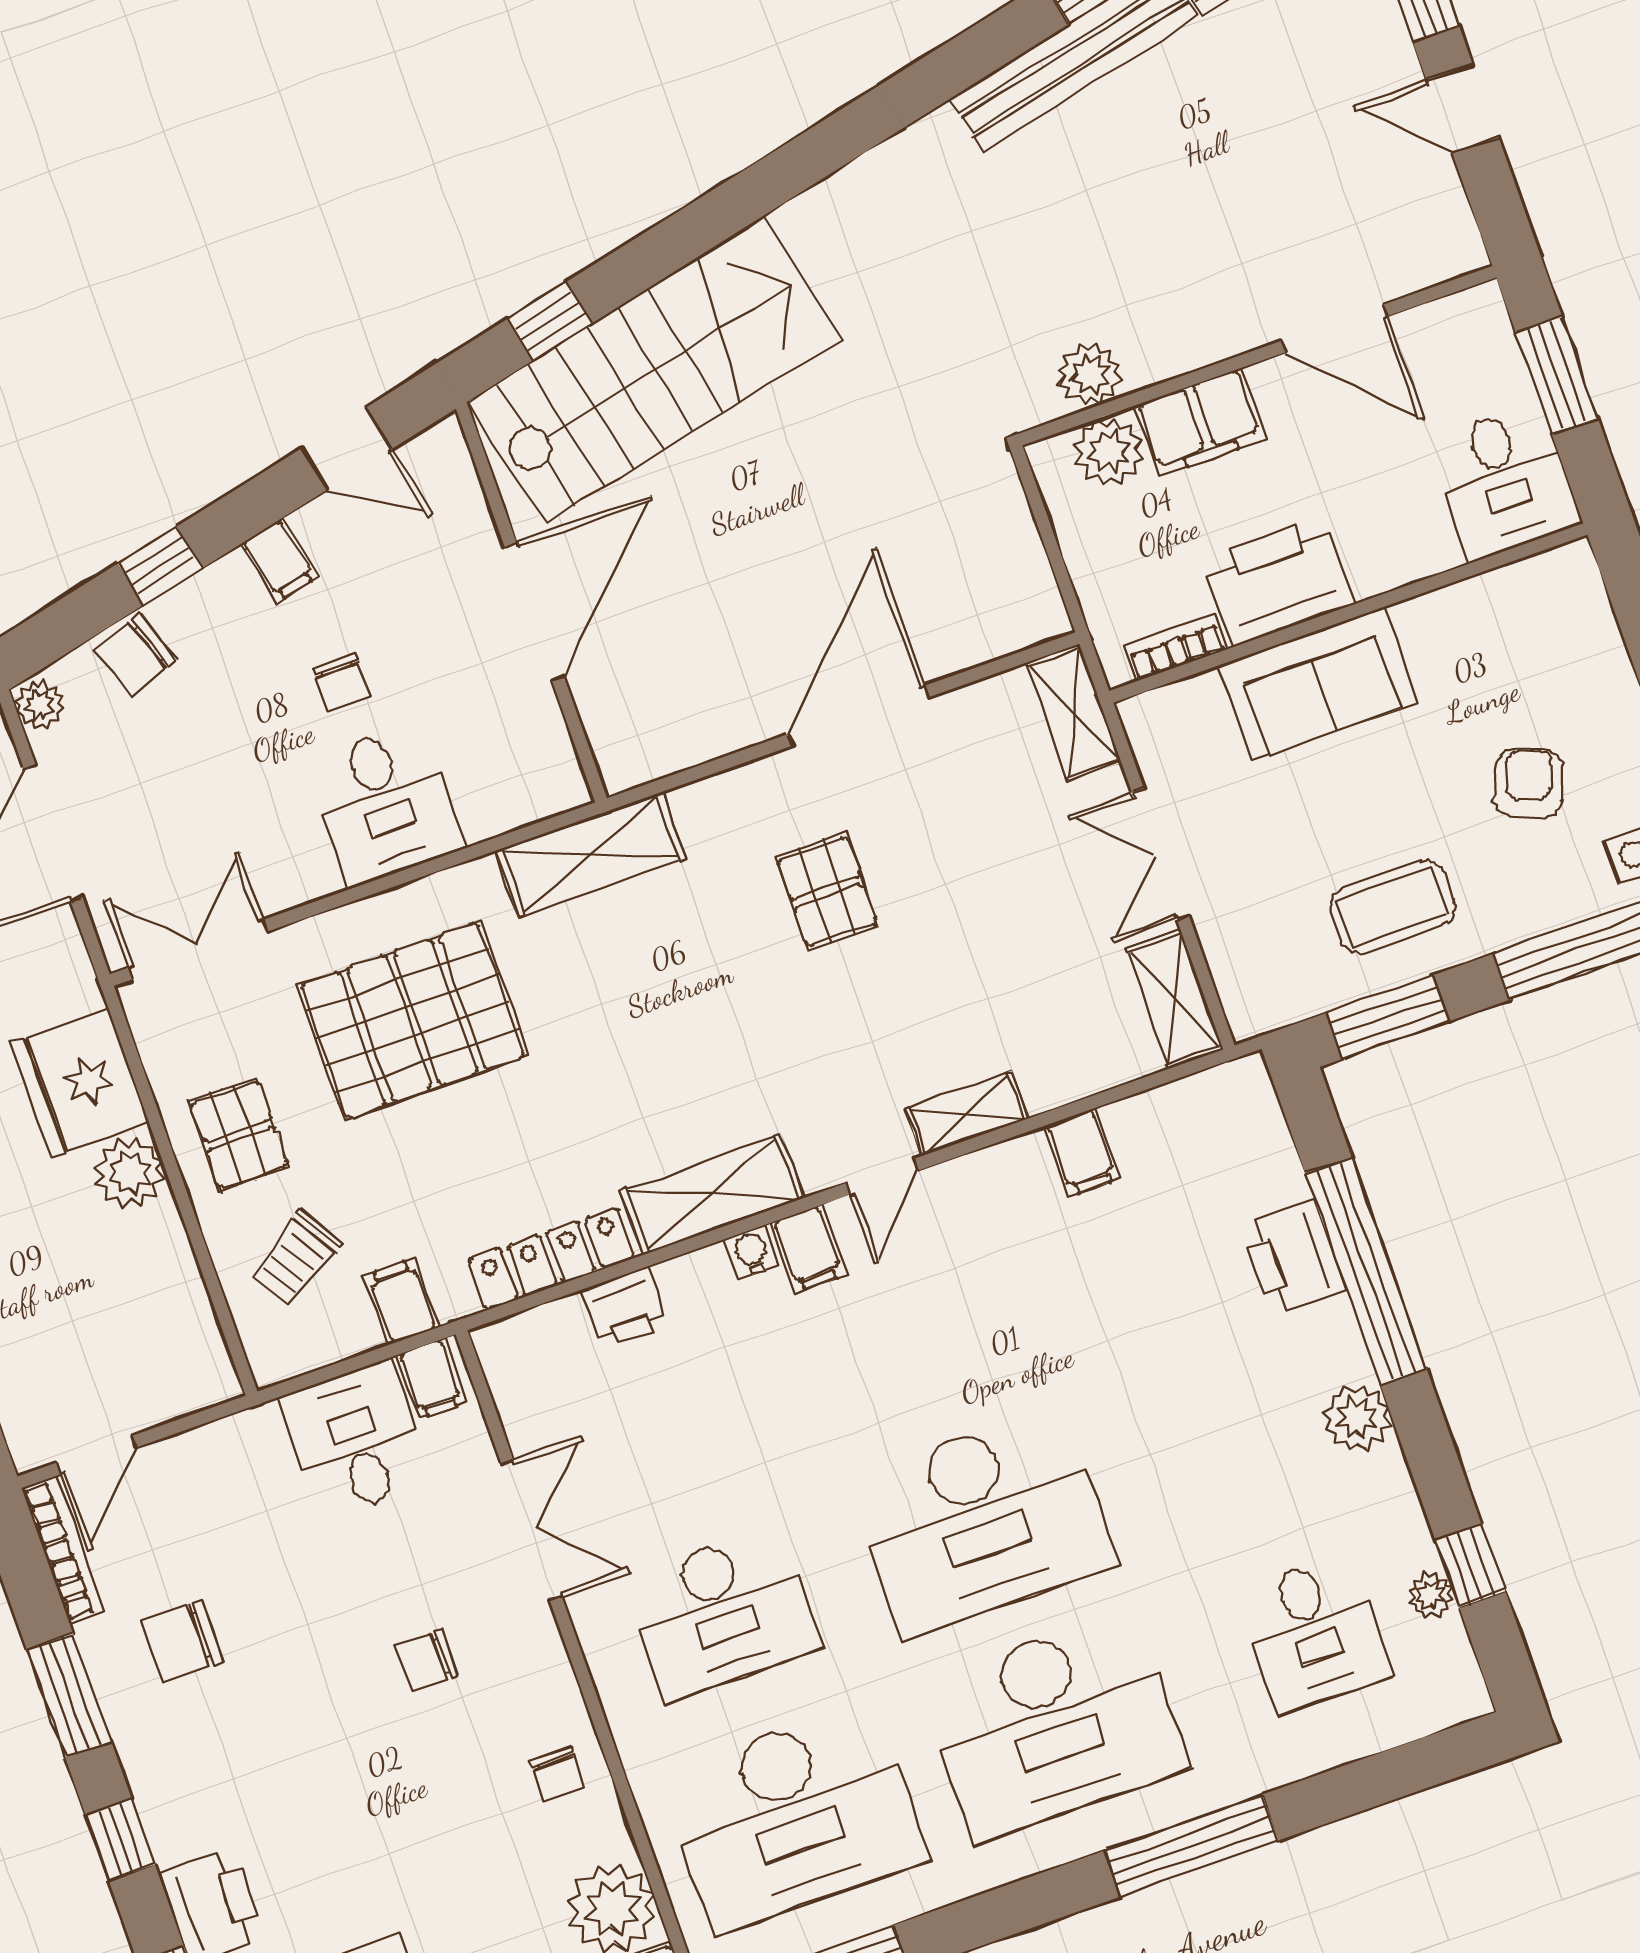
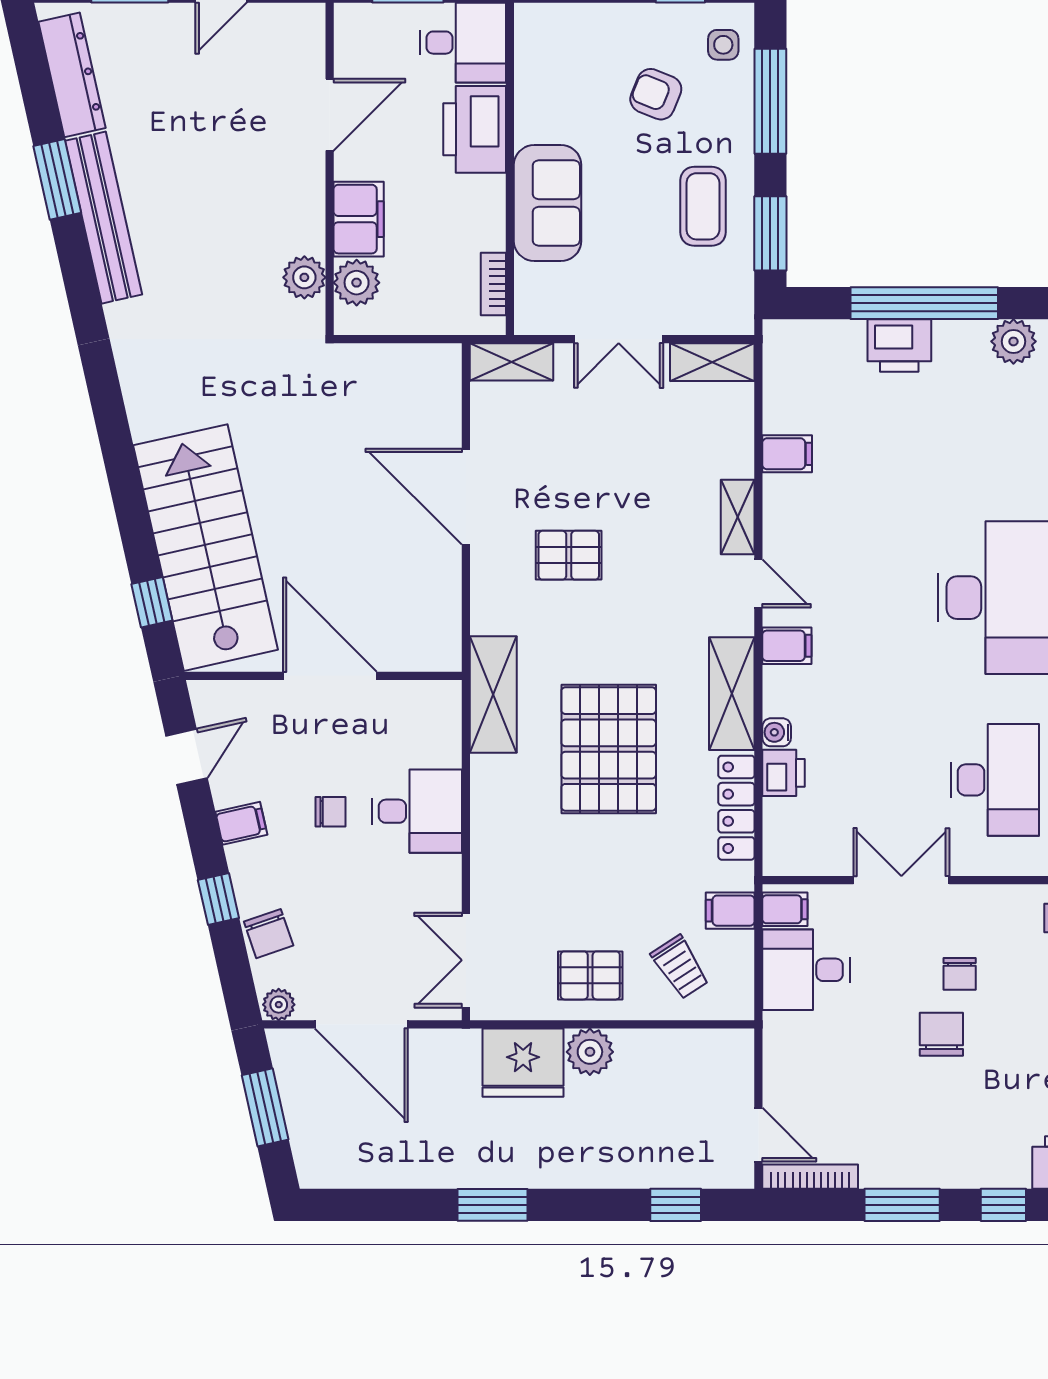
printer: (1278, 581) -> (475, 129), moved
pallet: (412, 1021) -> (609, 749), moved
water cooler: (752, 1252) -> (777, 732), moved
chair: (182, 1642) -> (941, 1034), moved, turned 180

